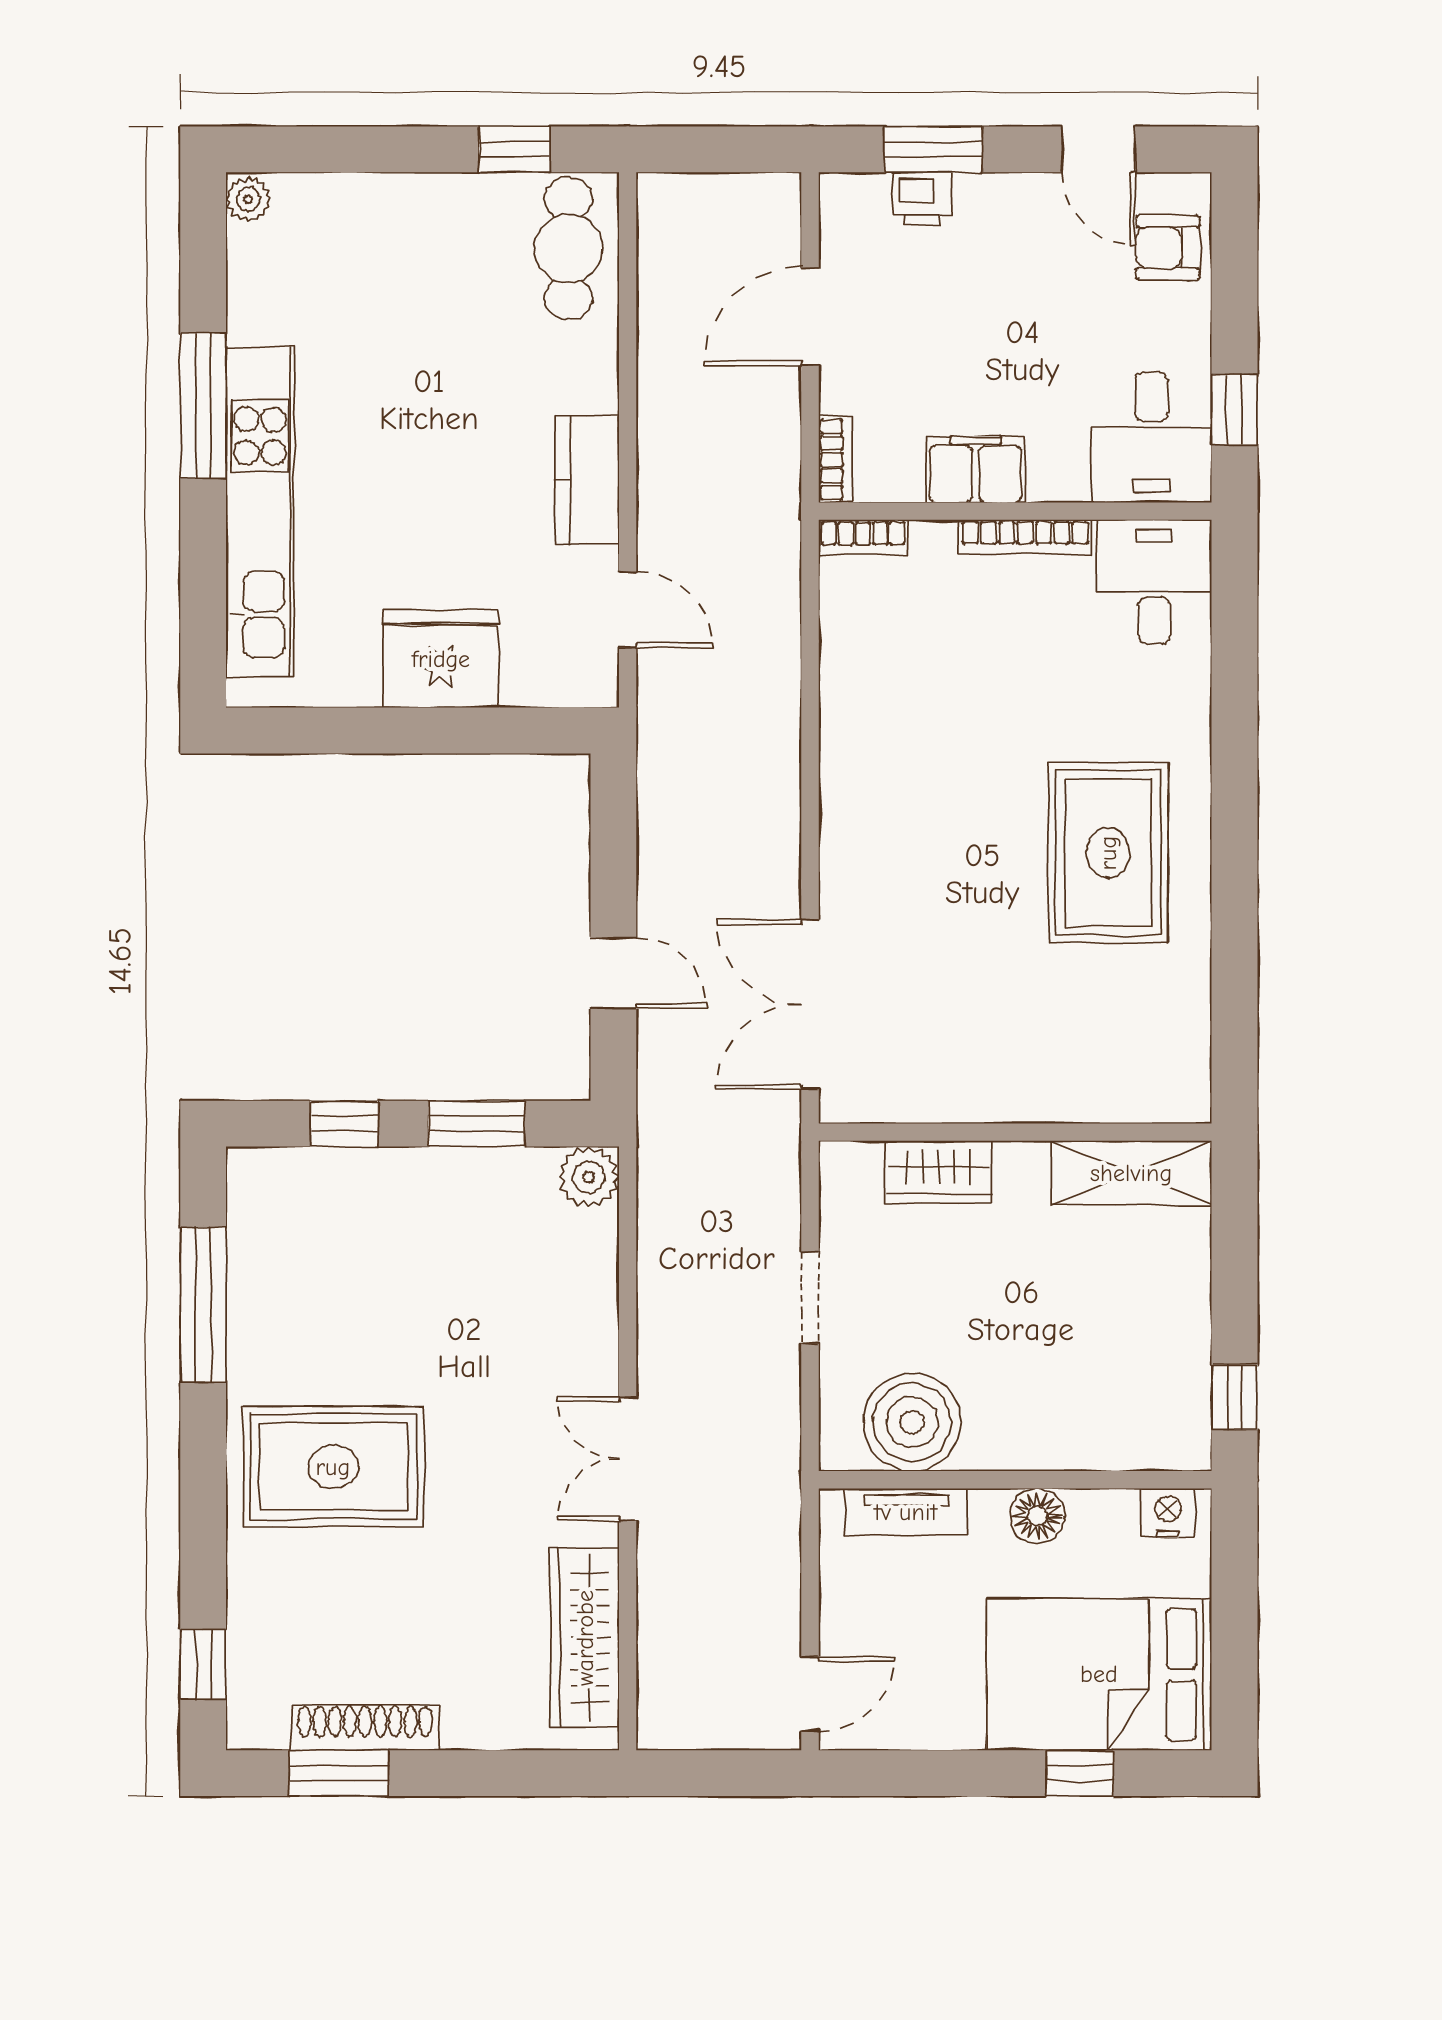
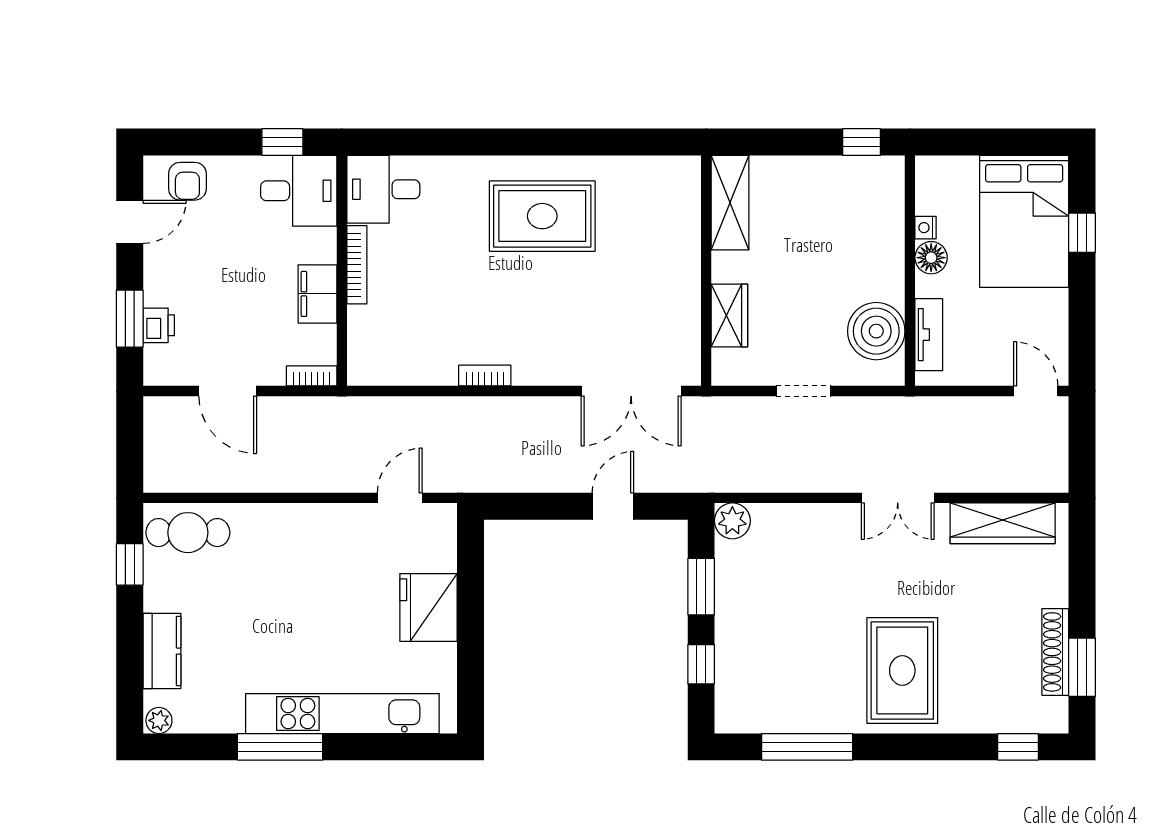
kitchen counter: (587, 480) -> (162, 651), moved, turned -90
bookcase: (863, 537) -> (485, 376), moved, turned -90
nightstand: (1168, 1513) -> (926, 228), moved, width x0.72, depth x0.74

